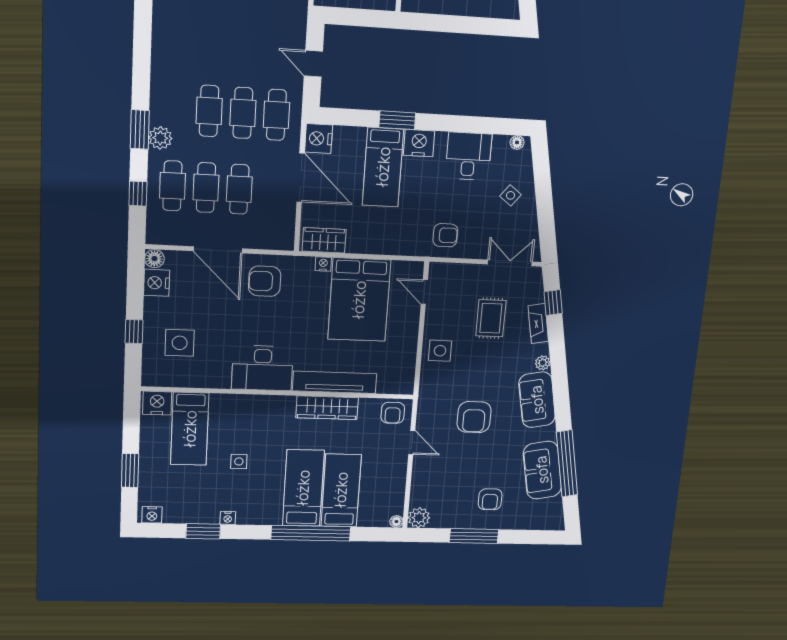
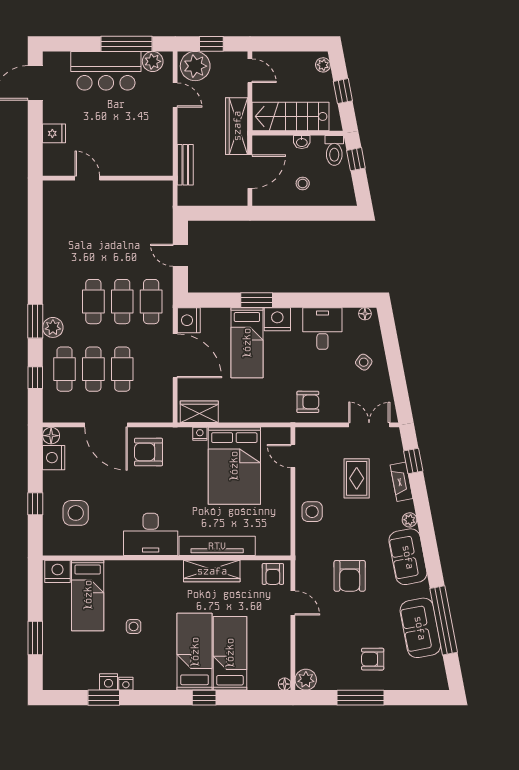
armchair: (490, 499) -> (373, 659), turned 90
nightstand: (152, 515) -> (108, 682), moved
window: (311, 533) -> (204, 698), width x0.32

